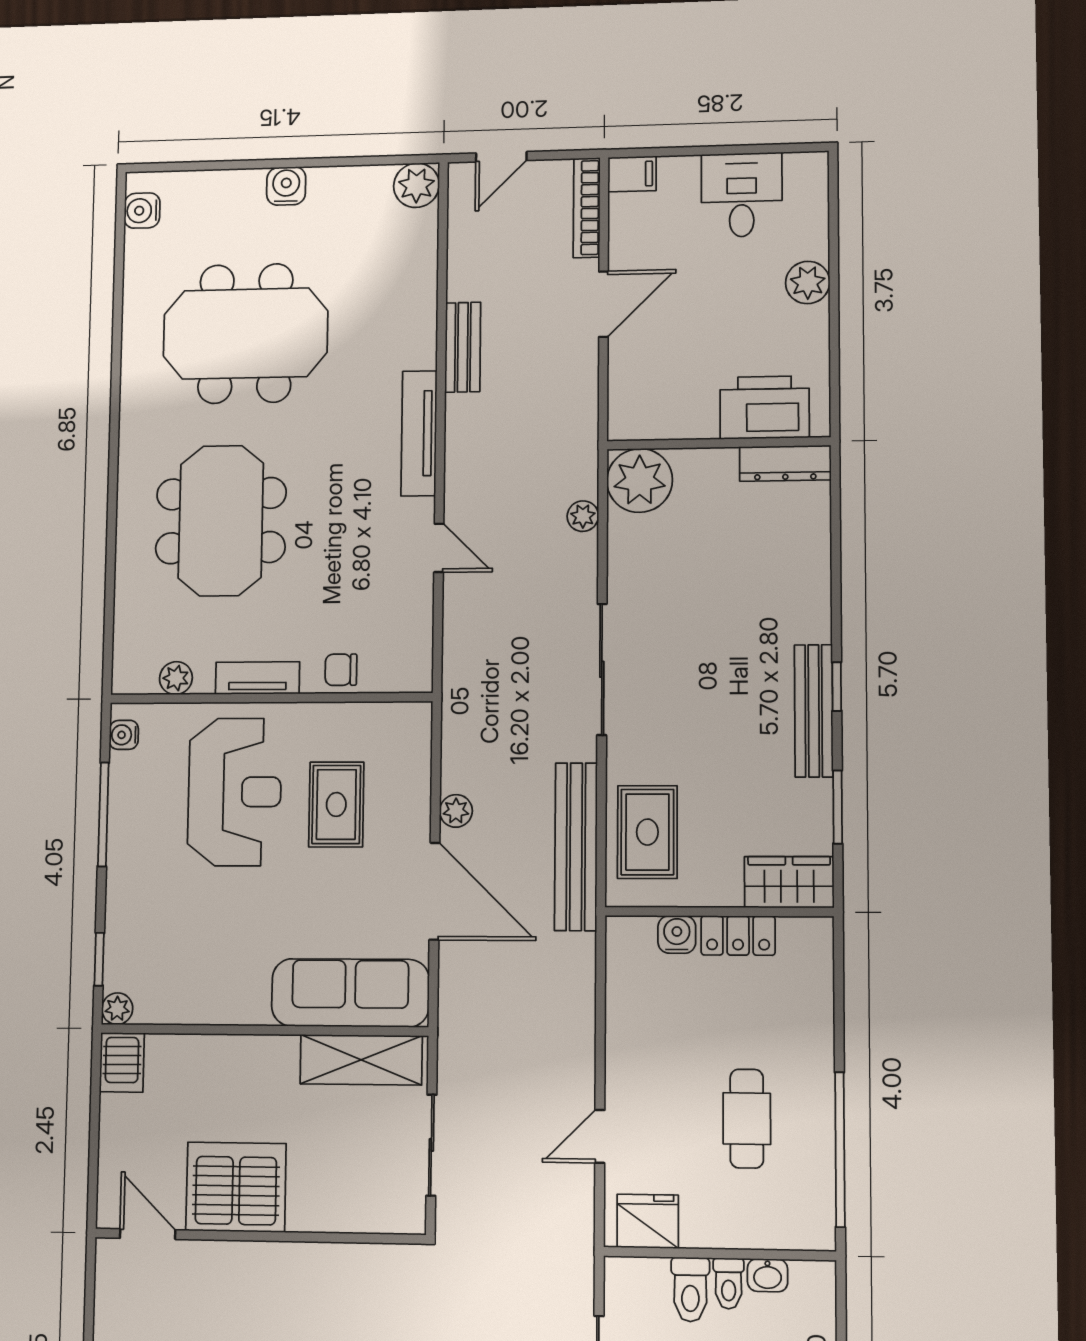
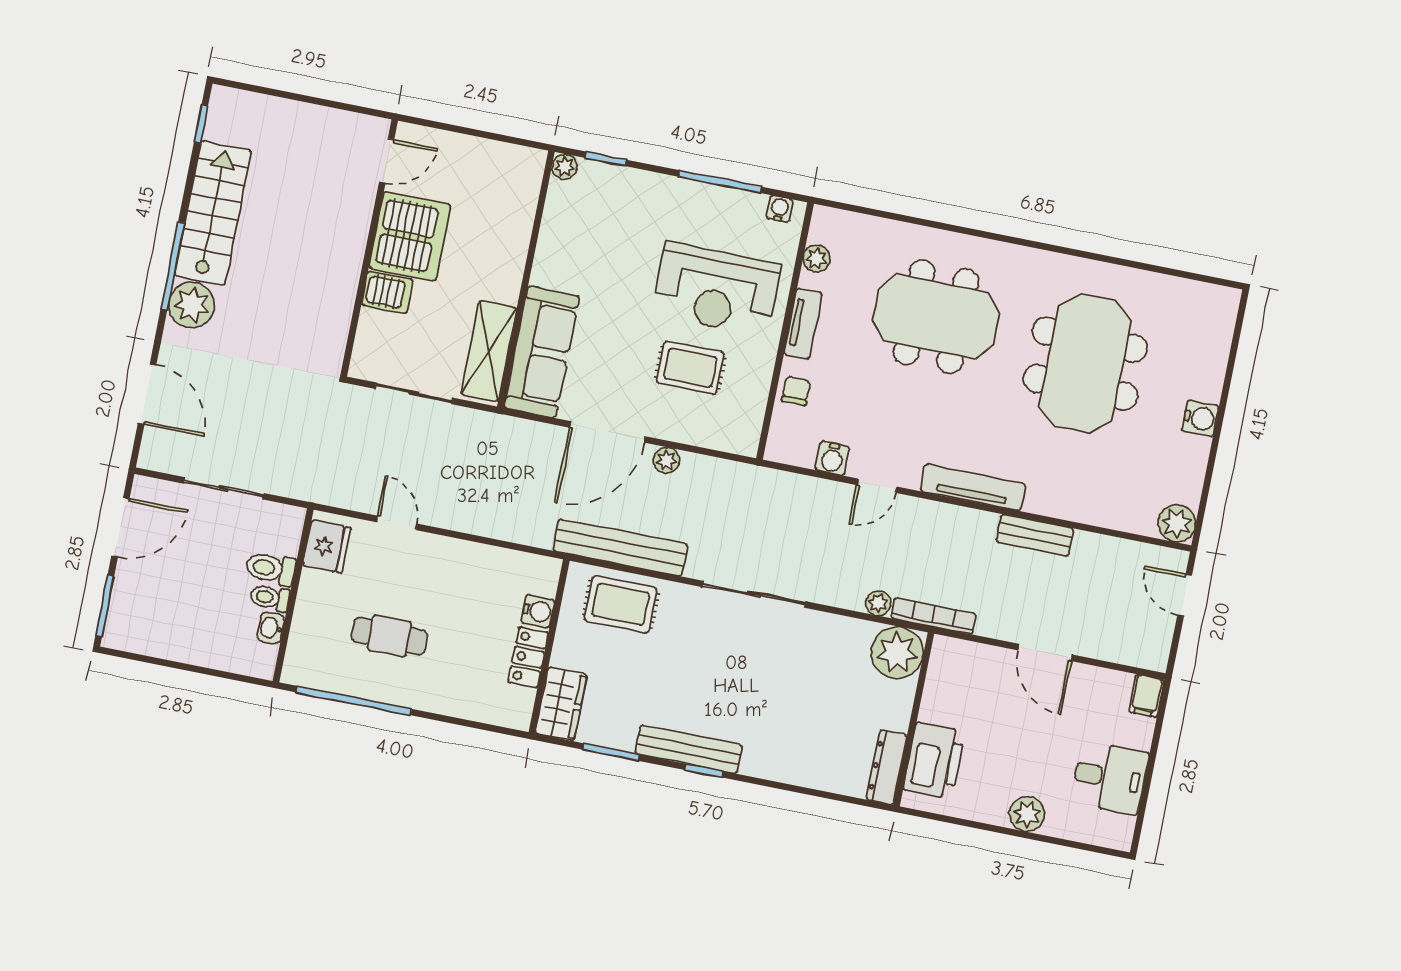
bookcase: (587, 208) -> (933, 616), moved
water cooler: (142, 211) -> (832, 458), moved, turned 180
server rack: (122, 1062) -> (387, 292), moved, turned 180

